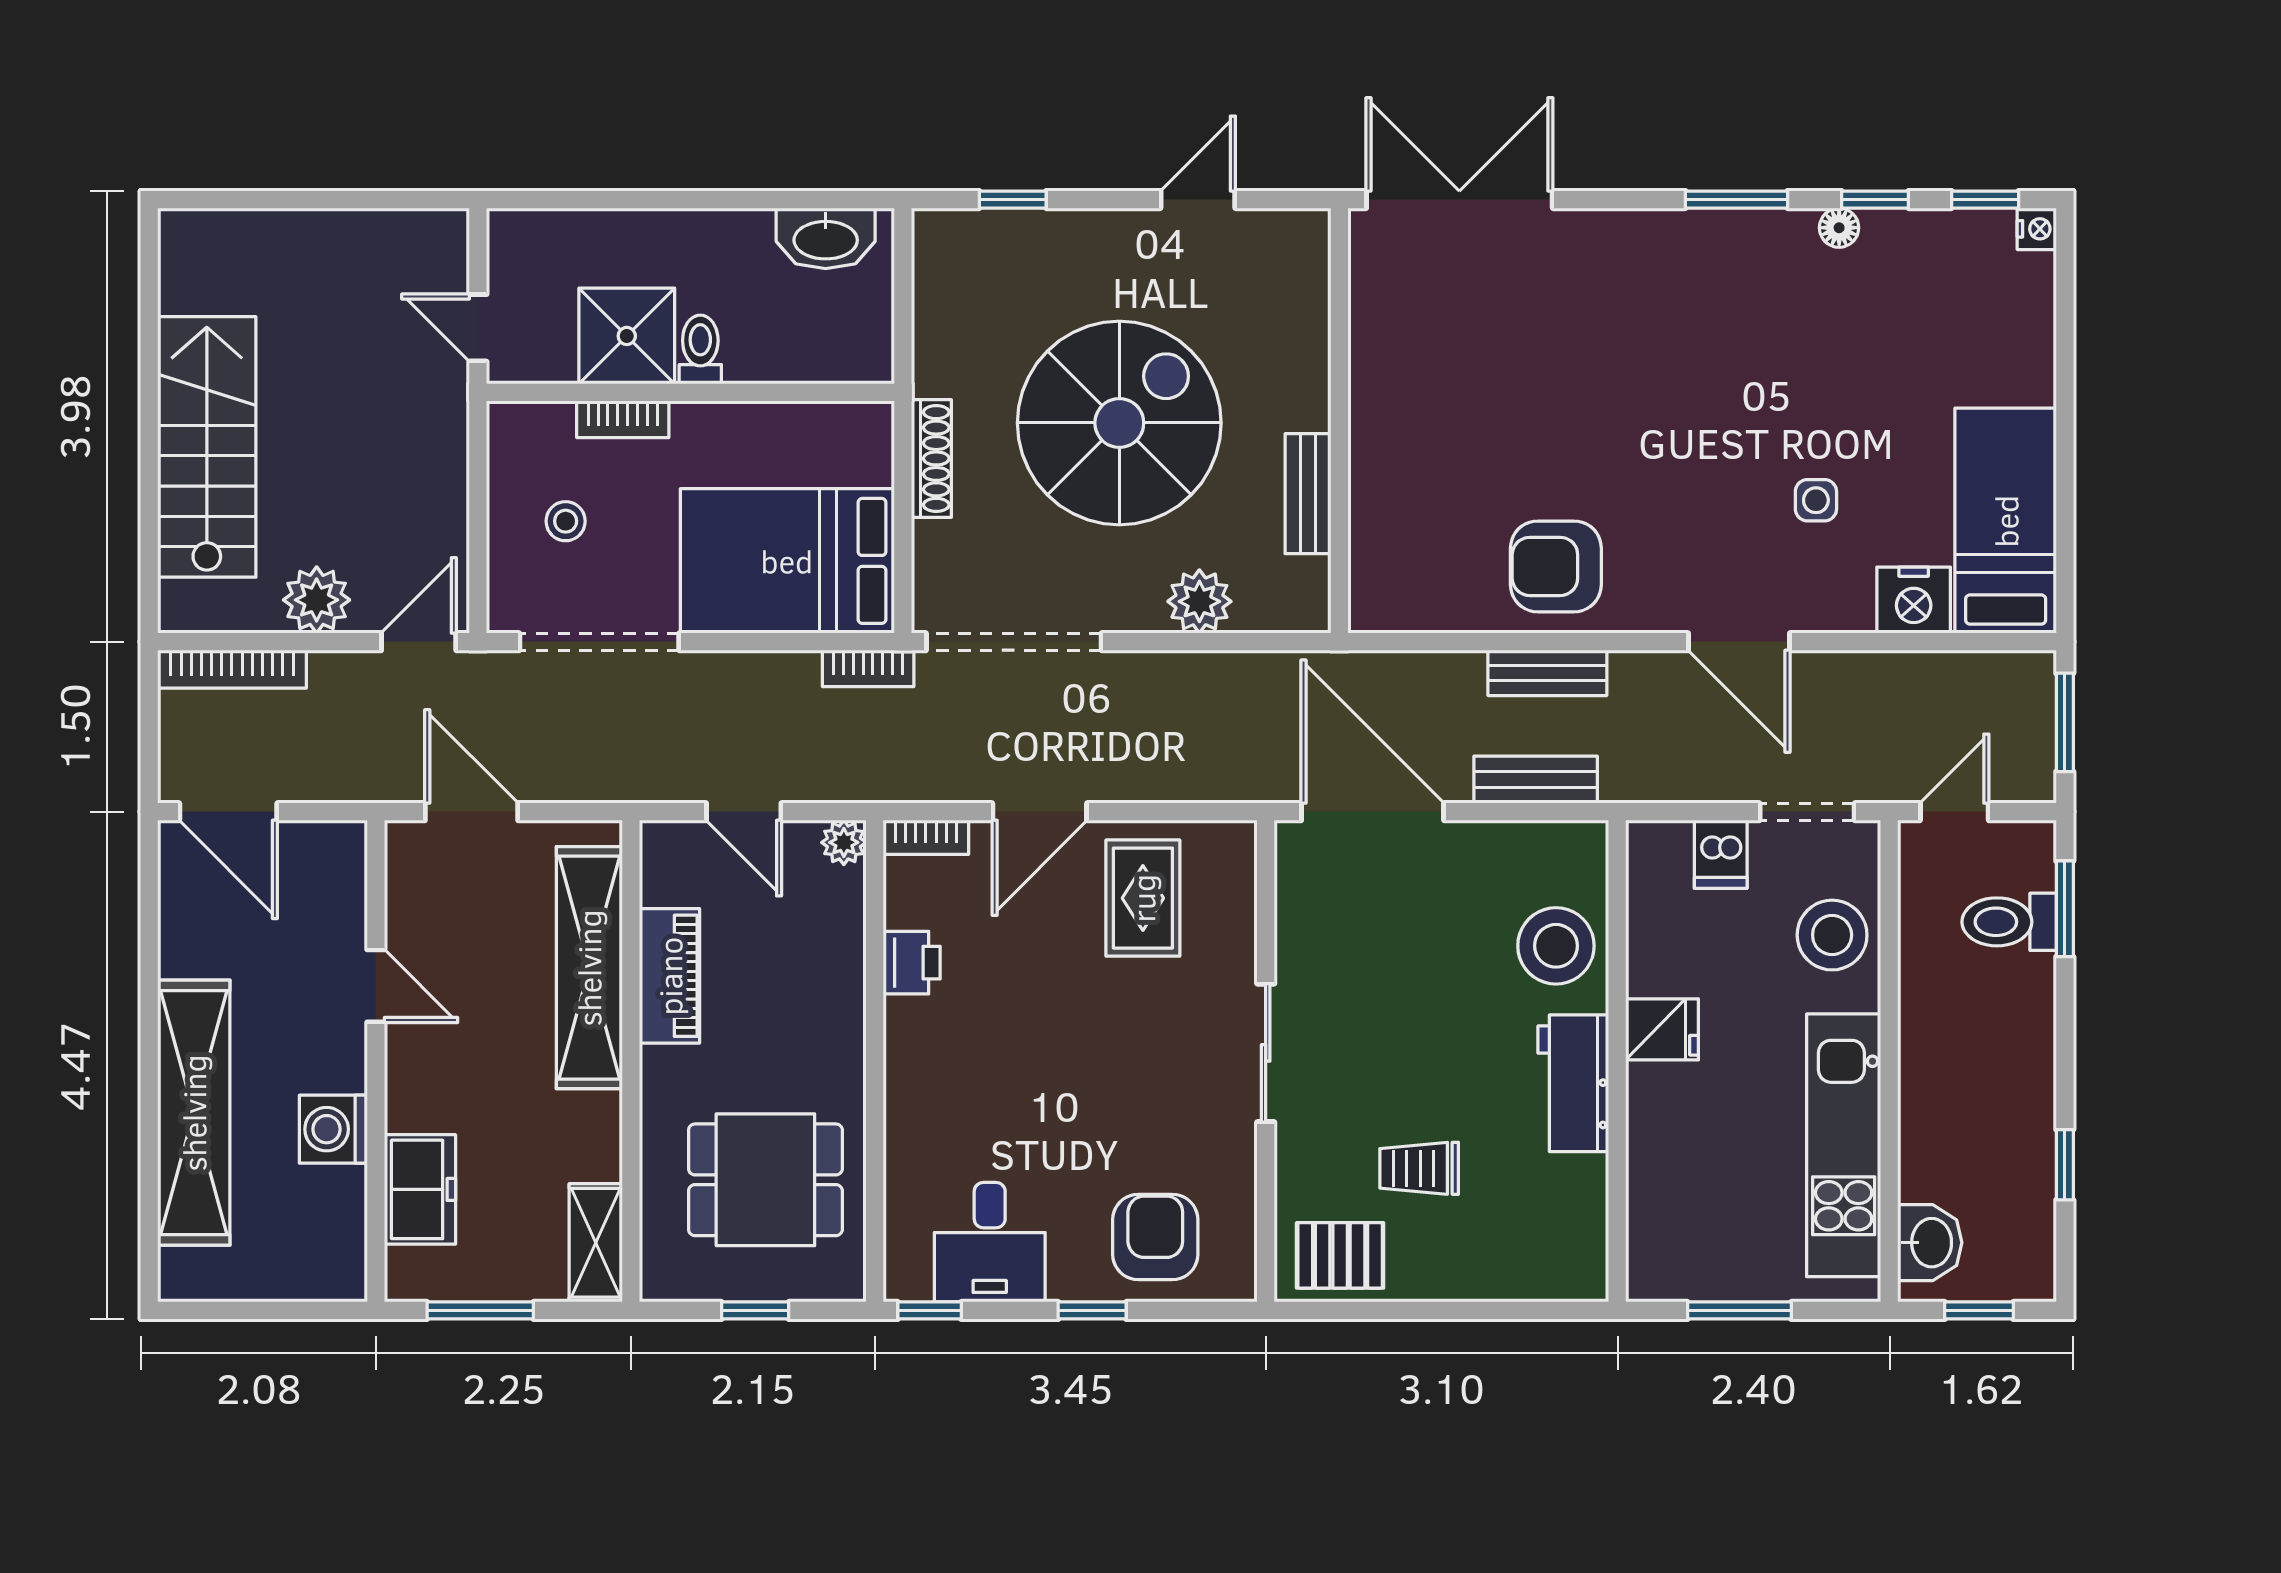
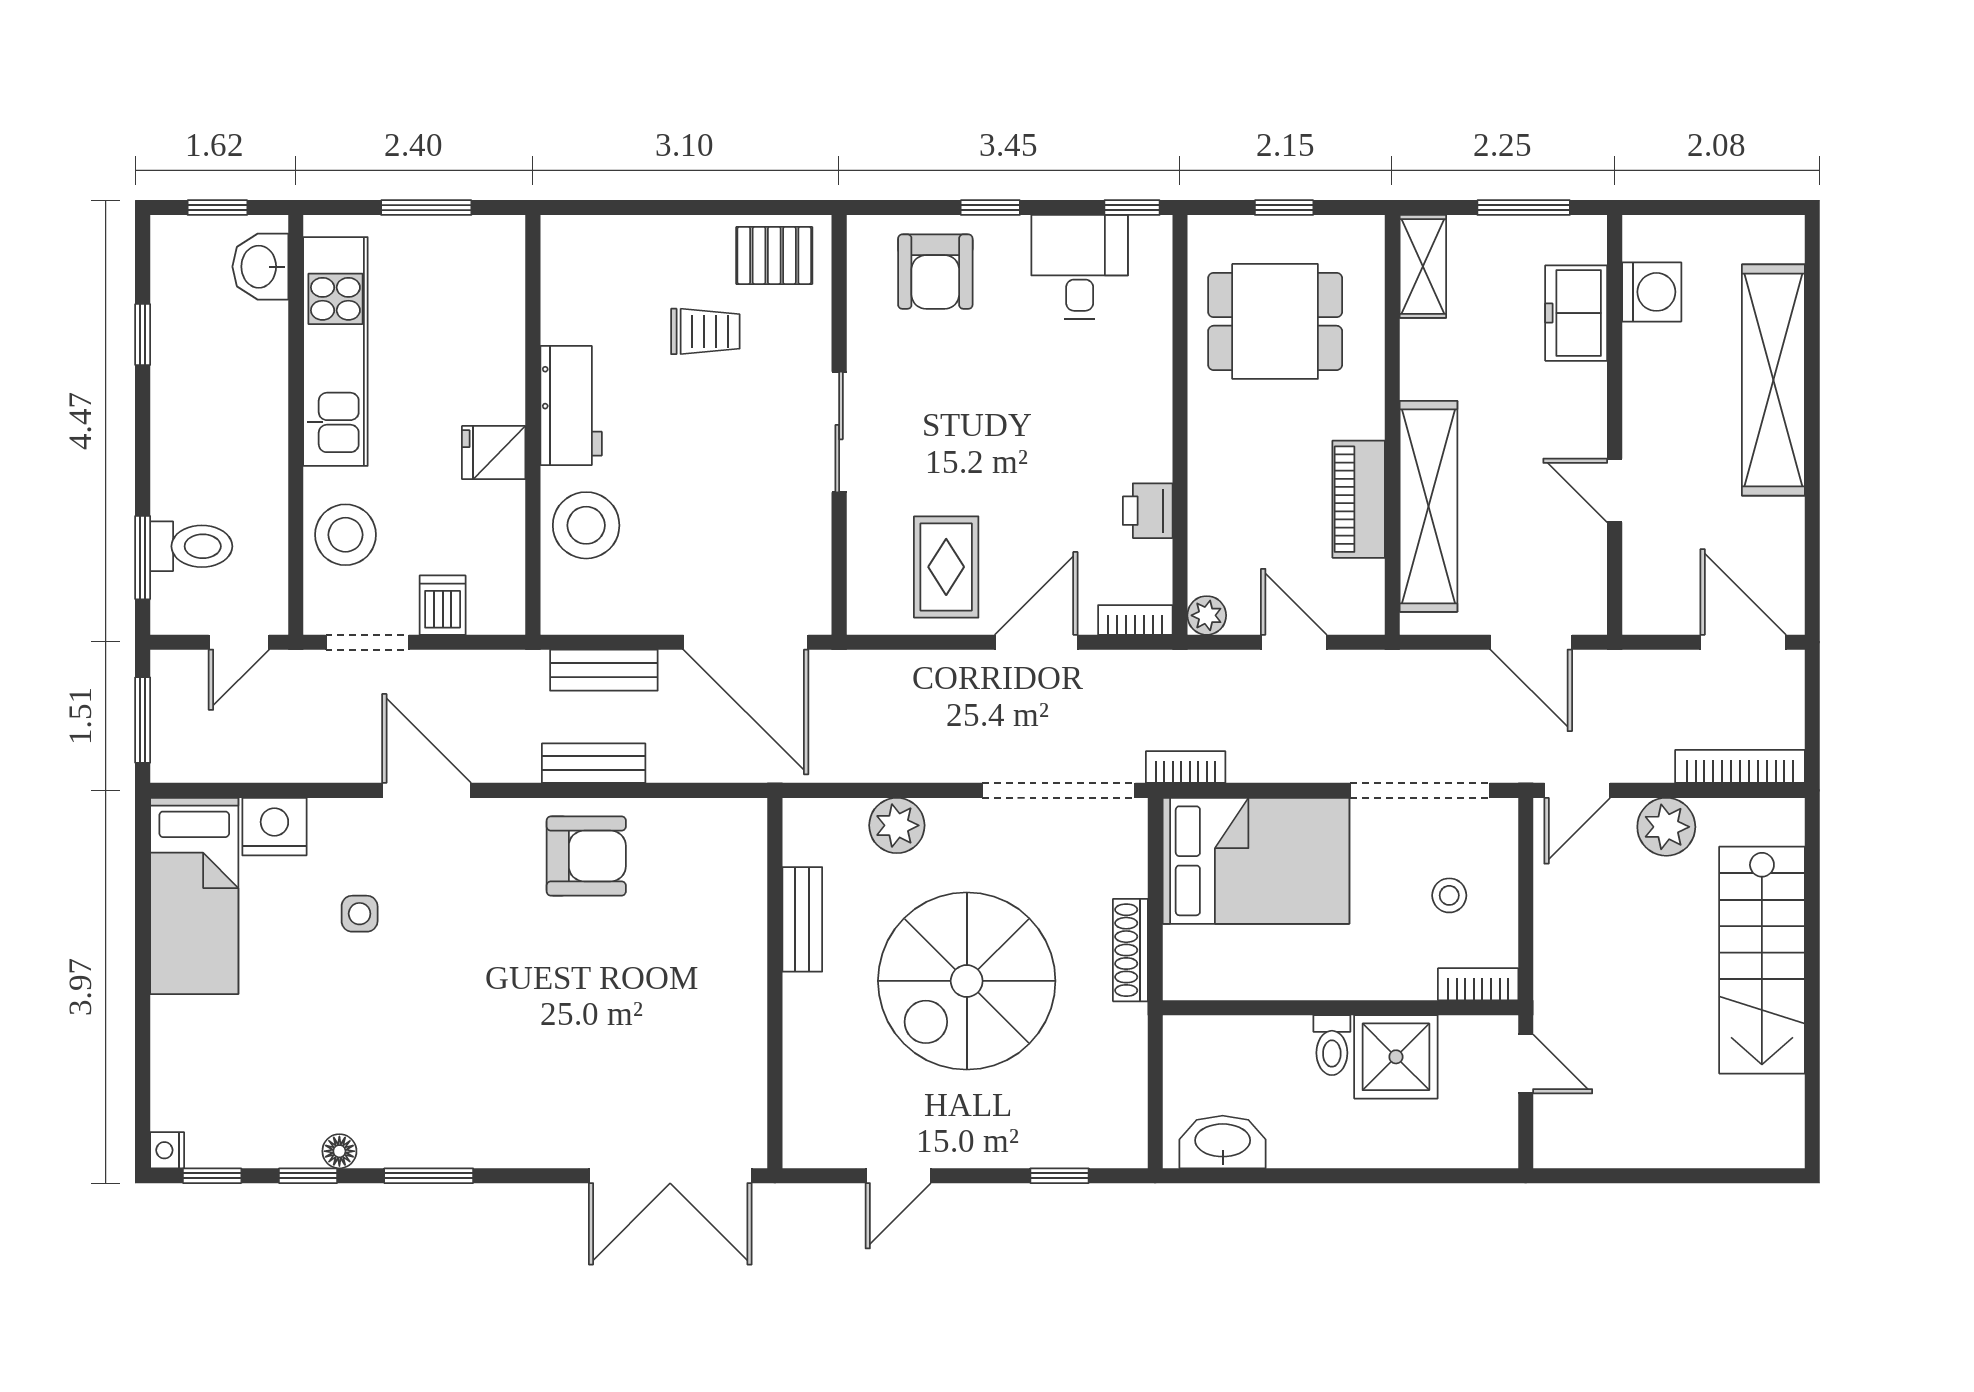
bookcase: (623, 419) -> (1478, 984), moved
washing machine: (333, 1129) -> (1652, 292), moved

